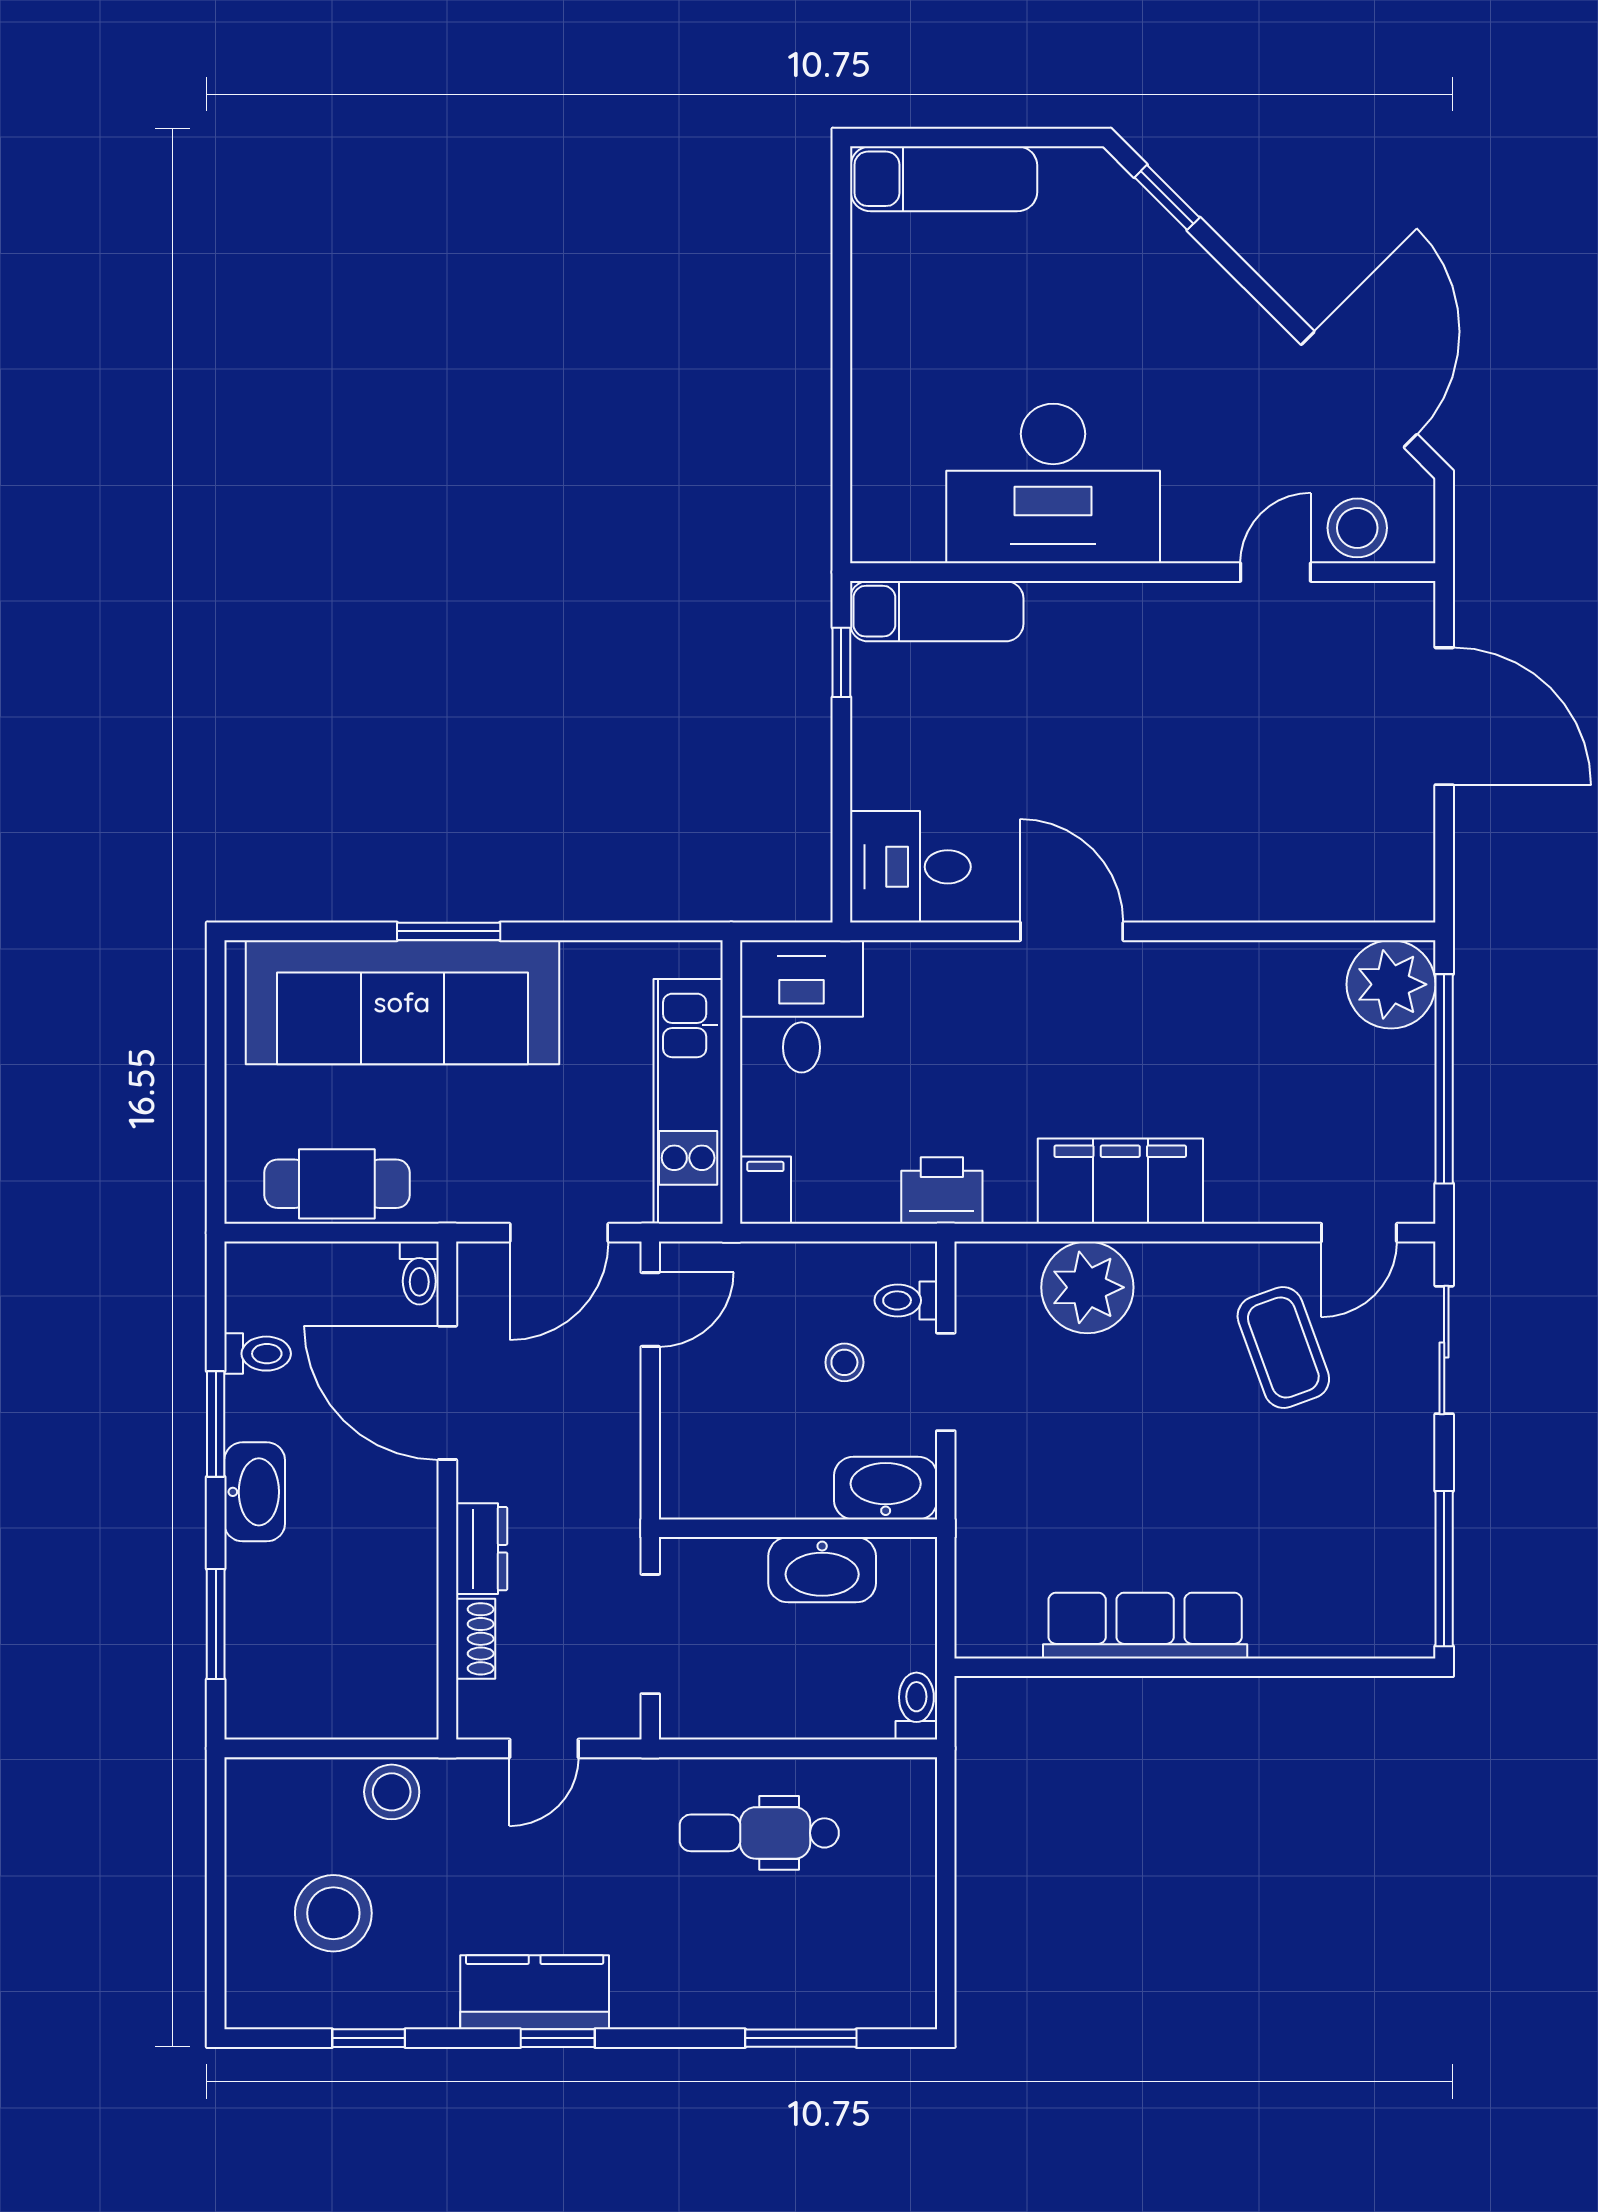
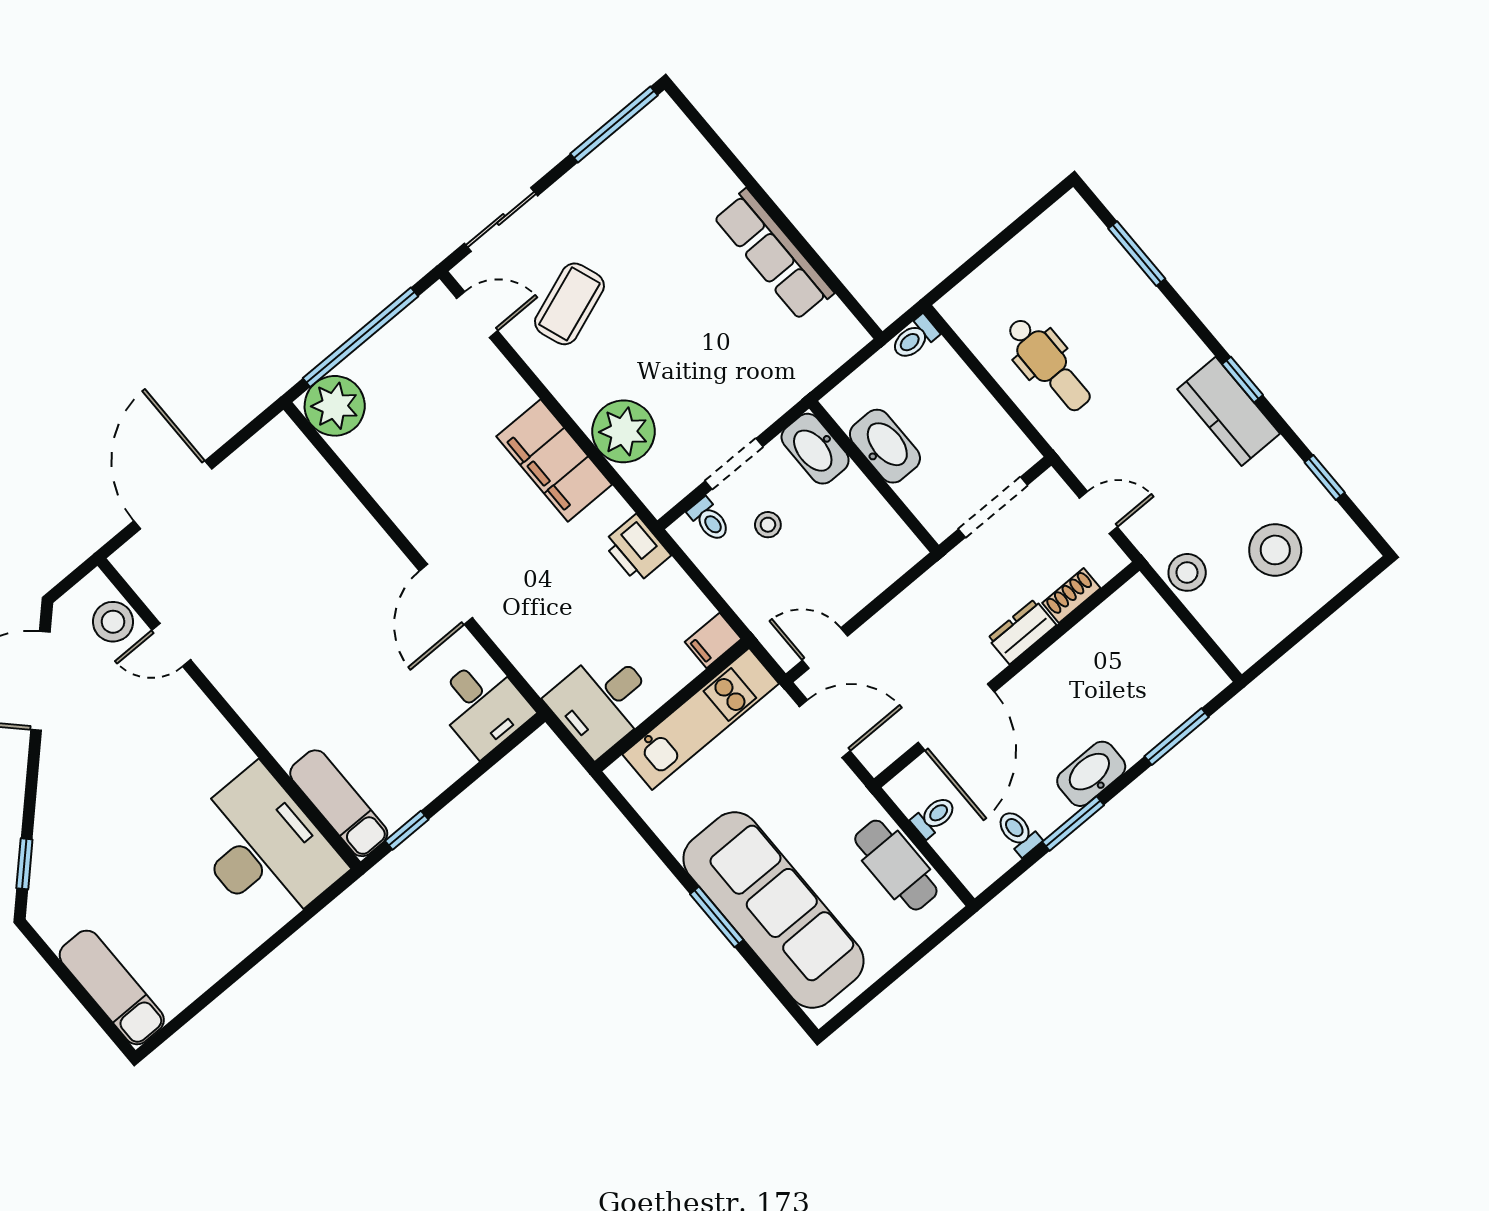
desk: (1053, 483) -> (264, 848), moved
toilet: (419, 1273) -> (934, 817), moved

